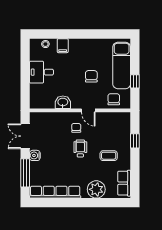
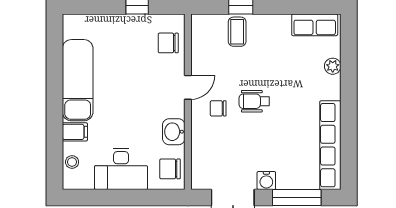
exam couch: (122, 66) -> (78, 80), moved, turned -90
desk: (41, 72) -> (121, 169), width x1.37
chair: (91, 76) -> (170, 169), moved
coffee table: (109, 156) -> (237, 32), moved
plant: (96, 189) -> (333, 66), width x0.53, depth x0.53

